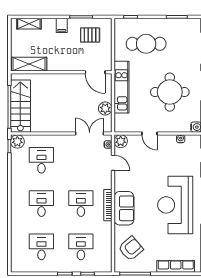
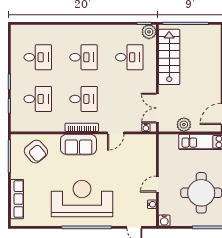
stairs: (20, 106) -> (169, 57), moved, turned -90
double door: (90, 133) -> (157, 108), swing flipped
door: (149, 133) -> (157, 184), moved
plant: (121, 141) -> (149, 141), removed
door: (113, 163) -> (116, 133), moved

